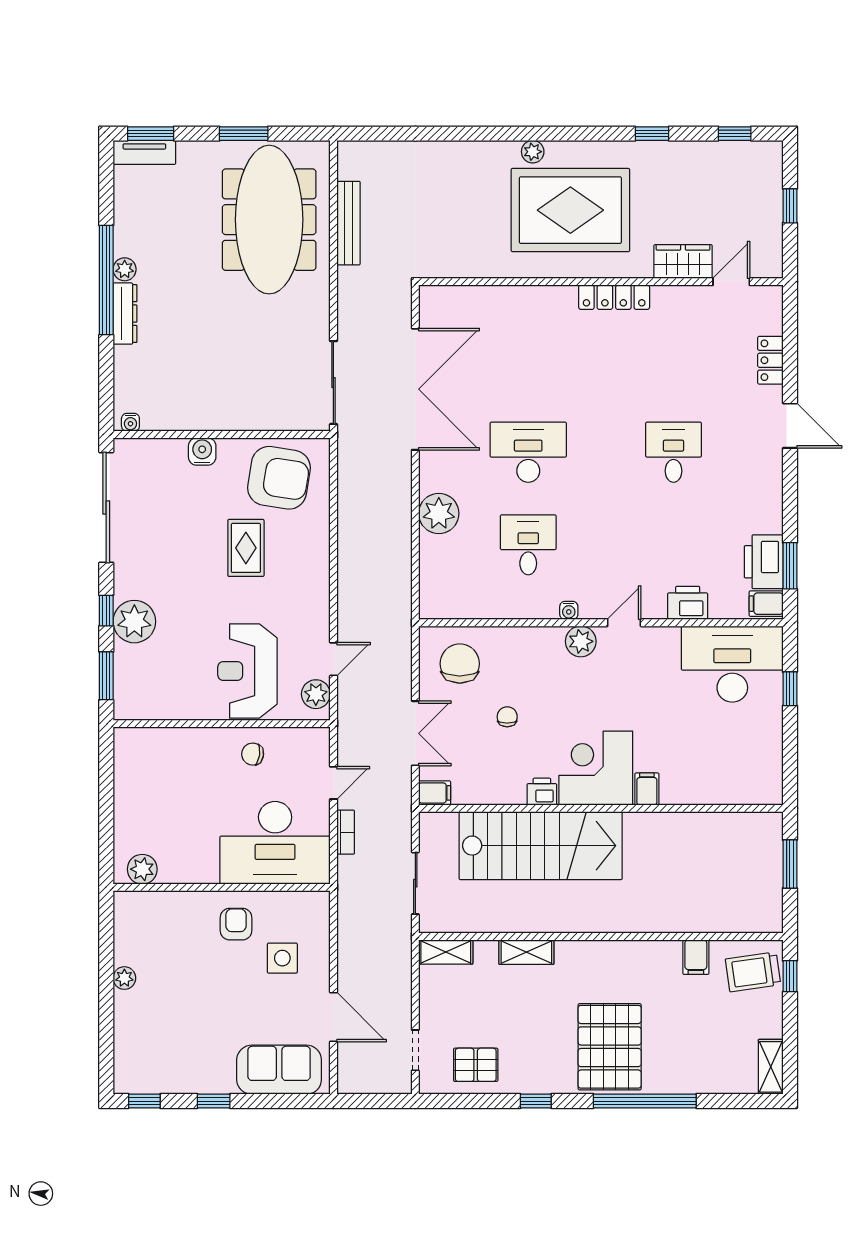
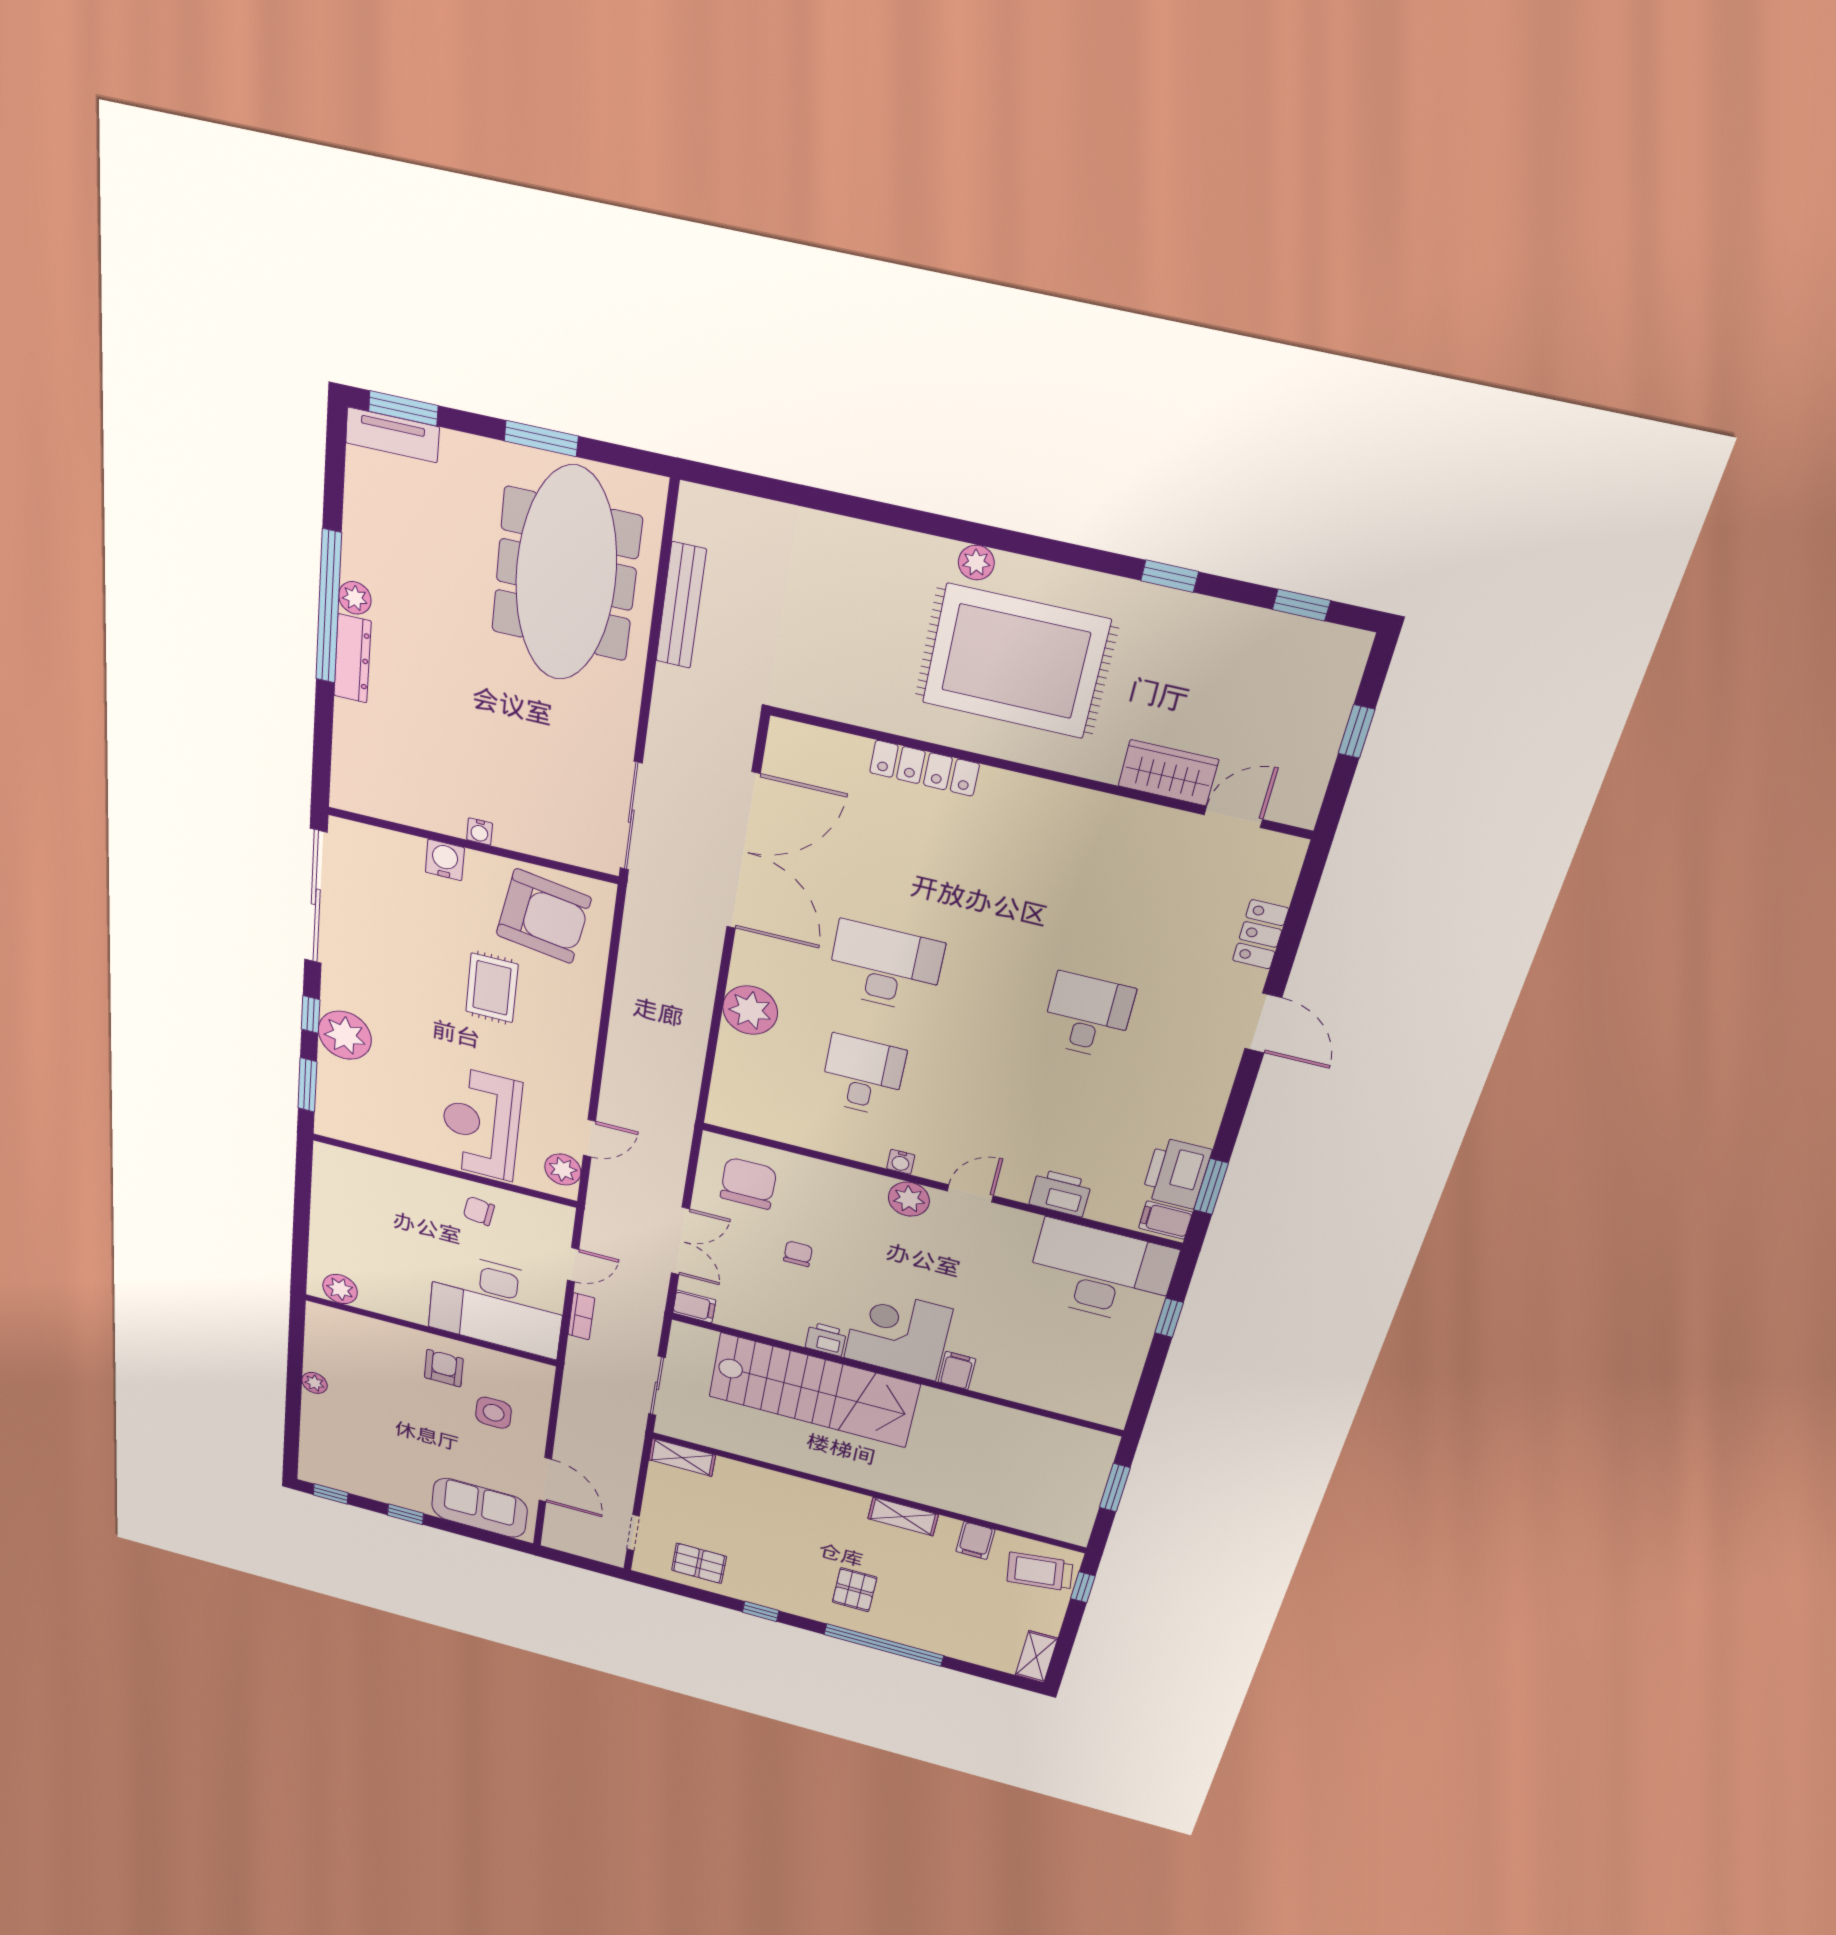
locker: (614, 297) -> (924, 768), moved
water cooler: (130, 422) -> (480, 831), moved
shelving: (526, 952) -> (903, 1517), moved
pallet: (610, 1047) -> (855, 1590), width x0.49, depth x0.50

